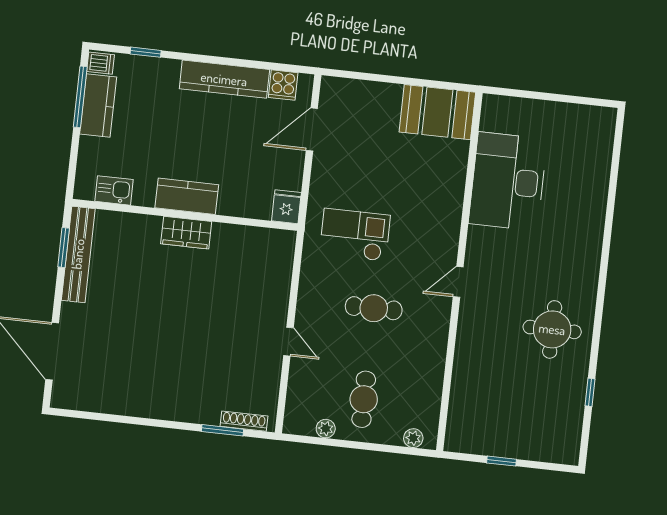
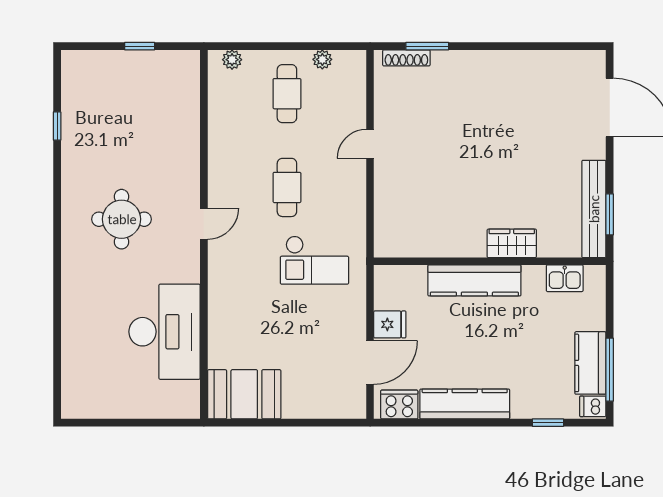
cooker: (283, 85) -> (399, 405), width x1.36
kitchen counter: (187, 196) -> (474, 280), width x1.50
fridge: (286, 207) -> (390, 324), moved, turned -90
wardrobe: (186, 233) -> (512, 243), moved
cafe table: (374, 308) -> (287, 187), turned 90
round table: (552, 329) -> (122, 219), moved
door: (288, 342) -> (370, 144), hinge flipped

